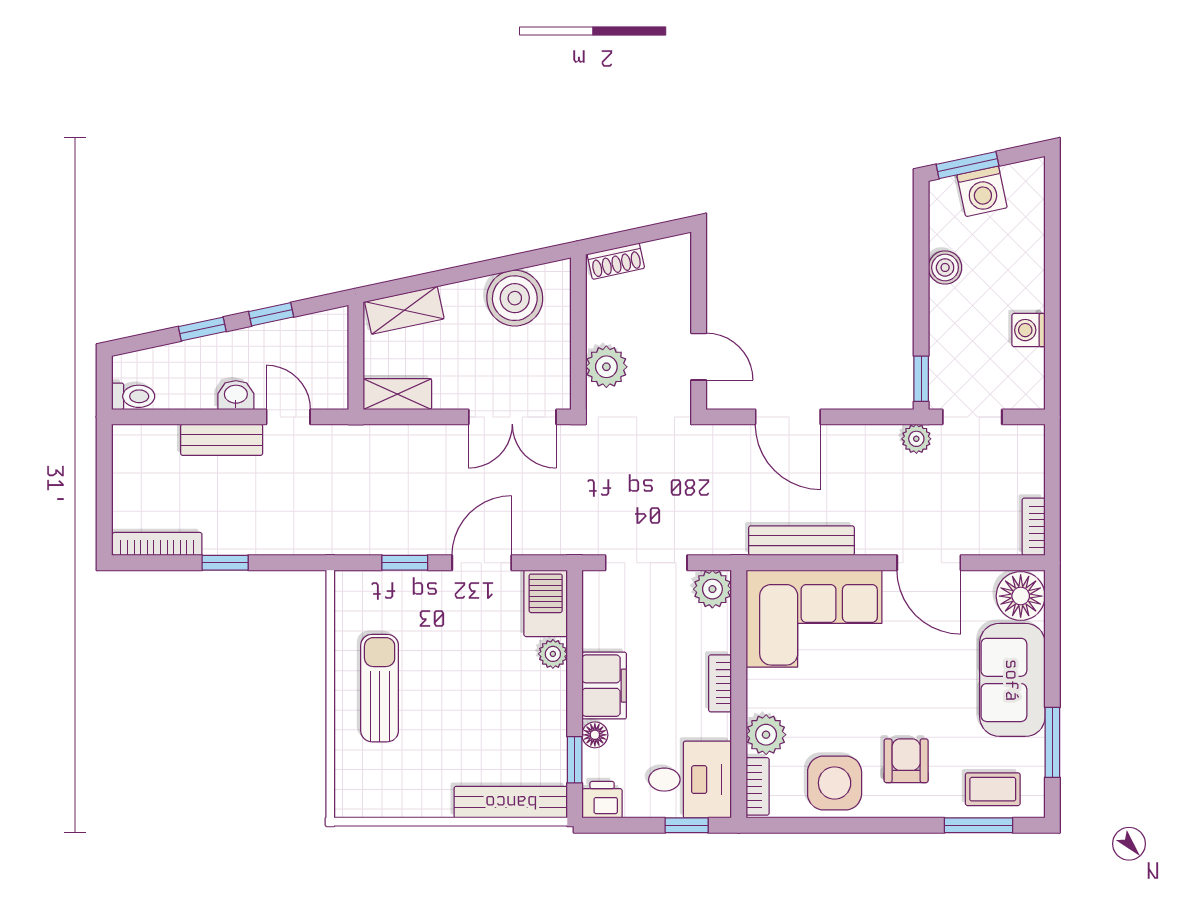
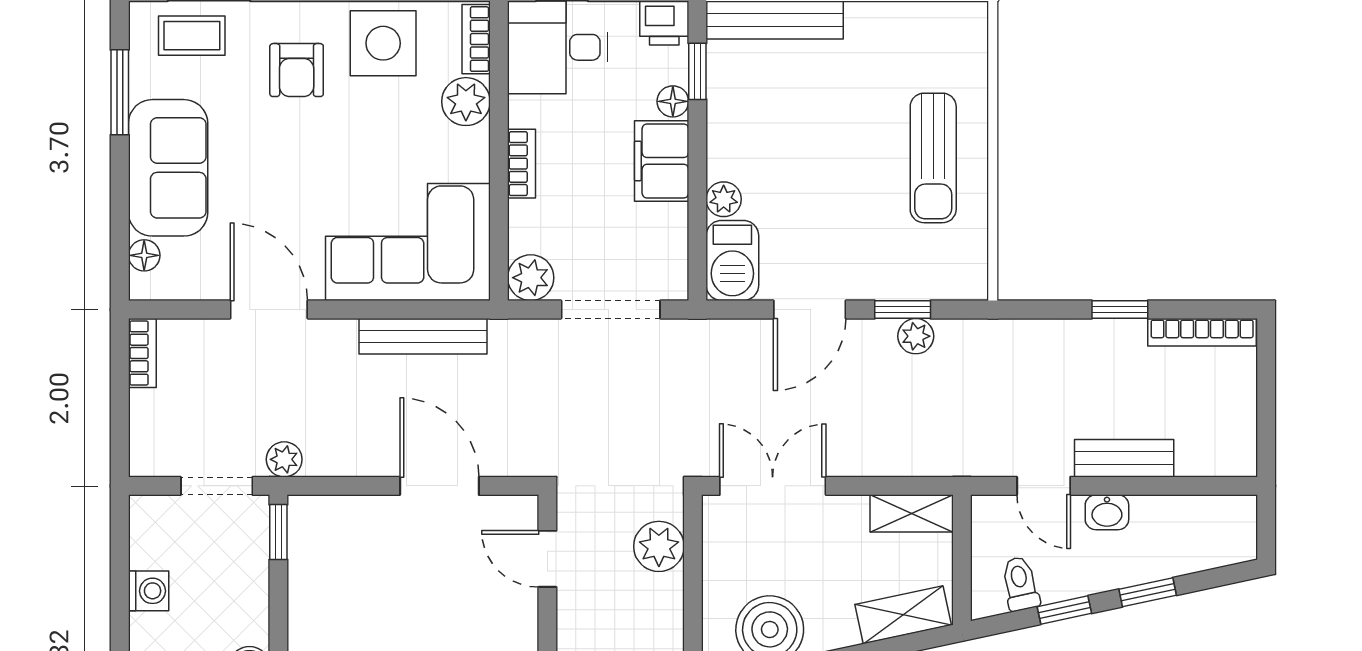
toilet: (133, 396) -> (1020, 584), moved, turned 78
plant: (394, 541) -> (916, 336), added
floor lamp: (1021, 596) -> (144, 255), width x0.53, depth x0.53

